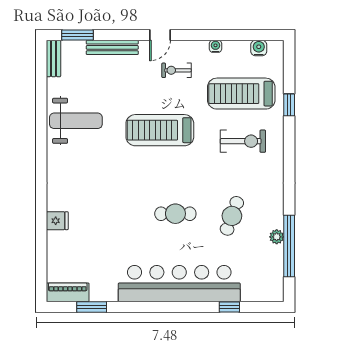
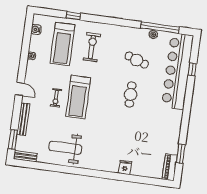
exercise bike: (176, 70) -> (56, 98), moved
weight bench: (76, 121) -> (65, 148), turned -90
bar counter: (179, 284) -> (177, 71), moved

